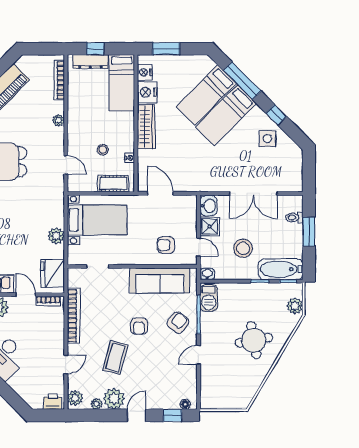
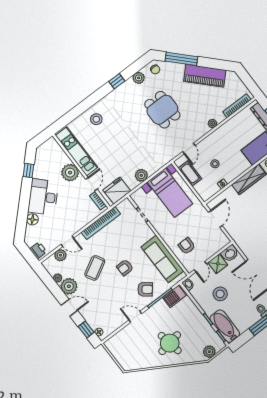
cot: (113, 184) -> (190, 173), moved
coffee table: (115, 358) -> (95, 268), turned -44
floor lamp: (16, 383) -> (32, 219), added
plant: (75, 398) -> (60, 255), moved

